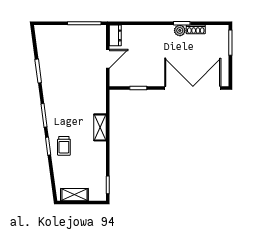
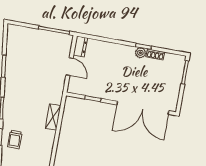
door: (108, 59) -> (70, 67), hinge flipped
double door: (193, 88) -> (143, 108), swing flipped
shelving: (100, 127) -> (53, 117), moved

